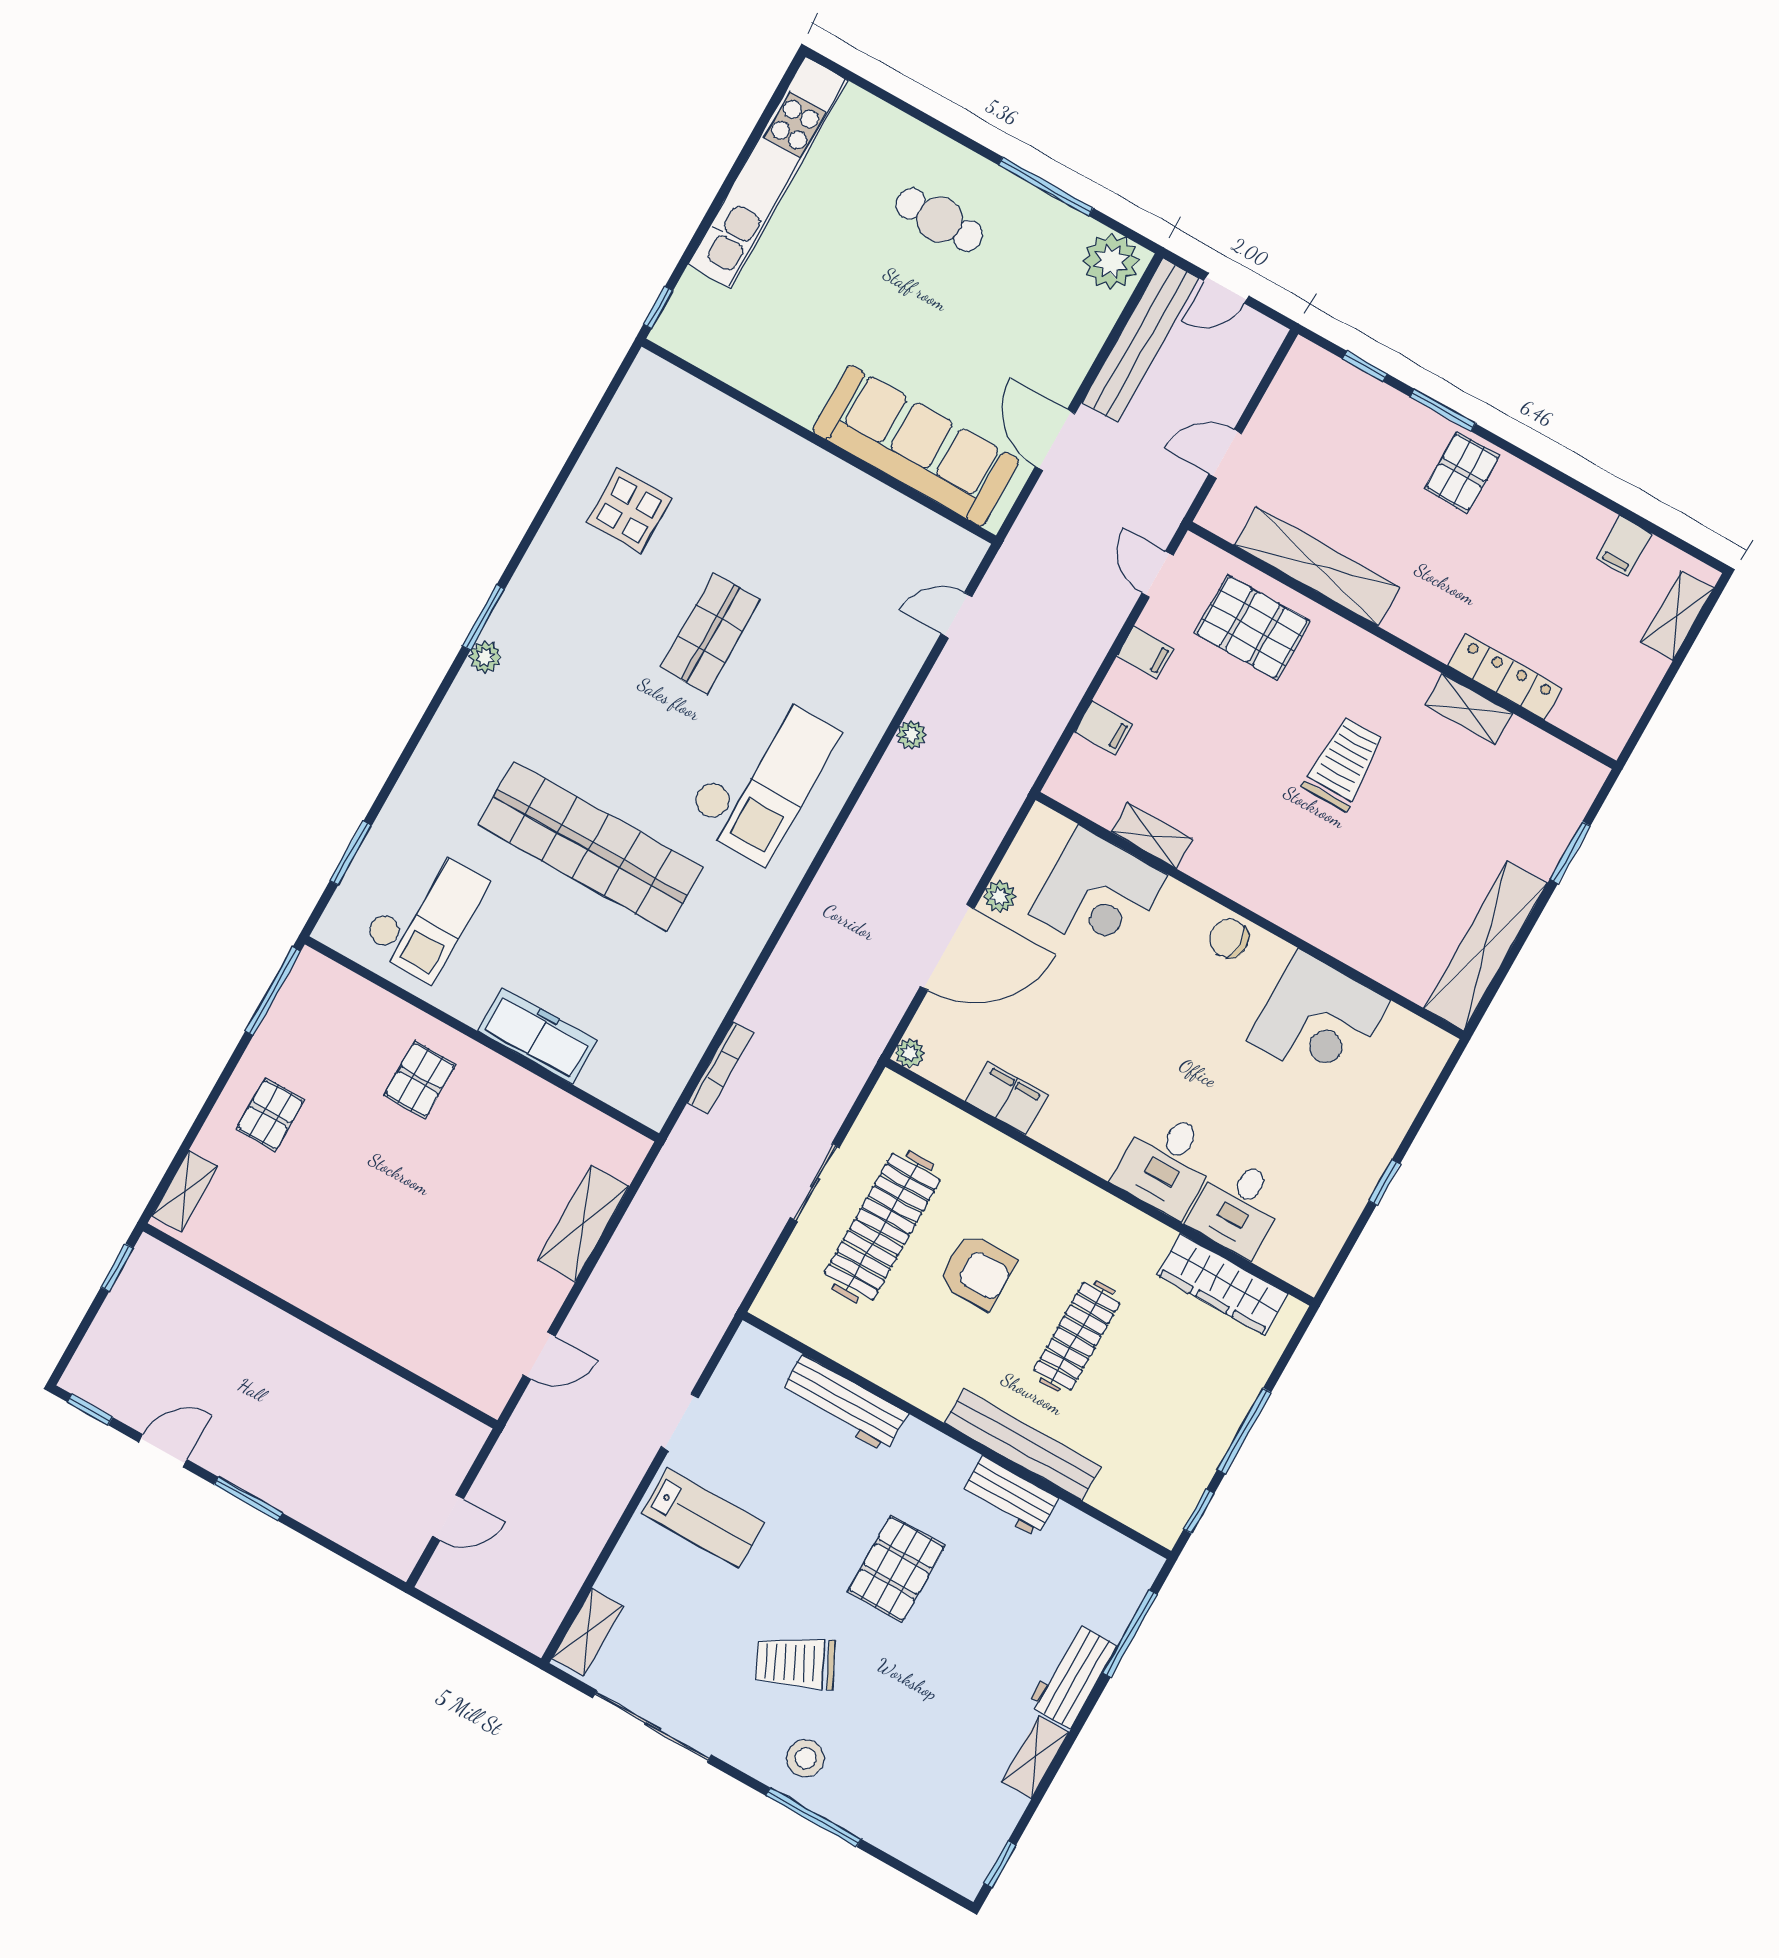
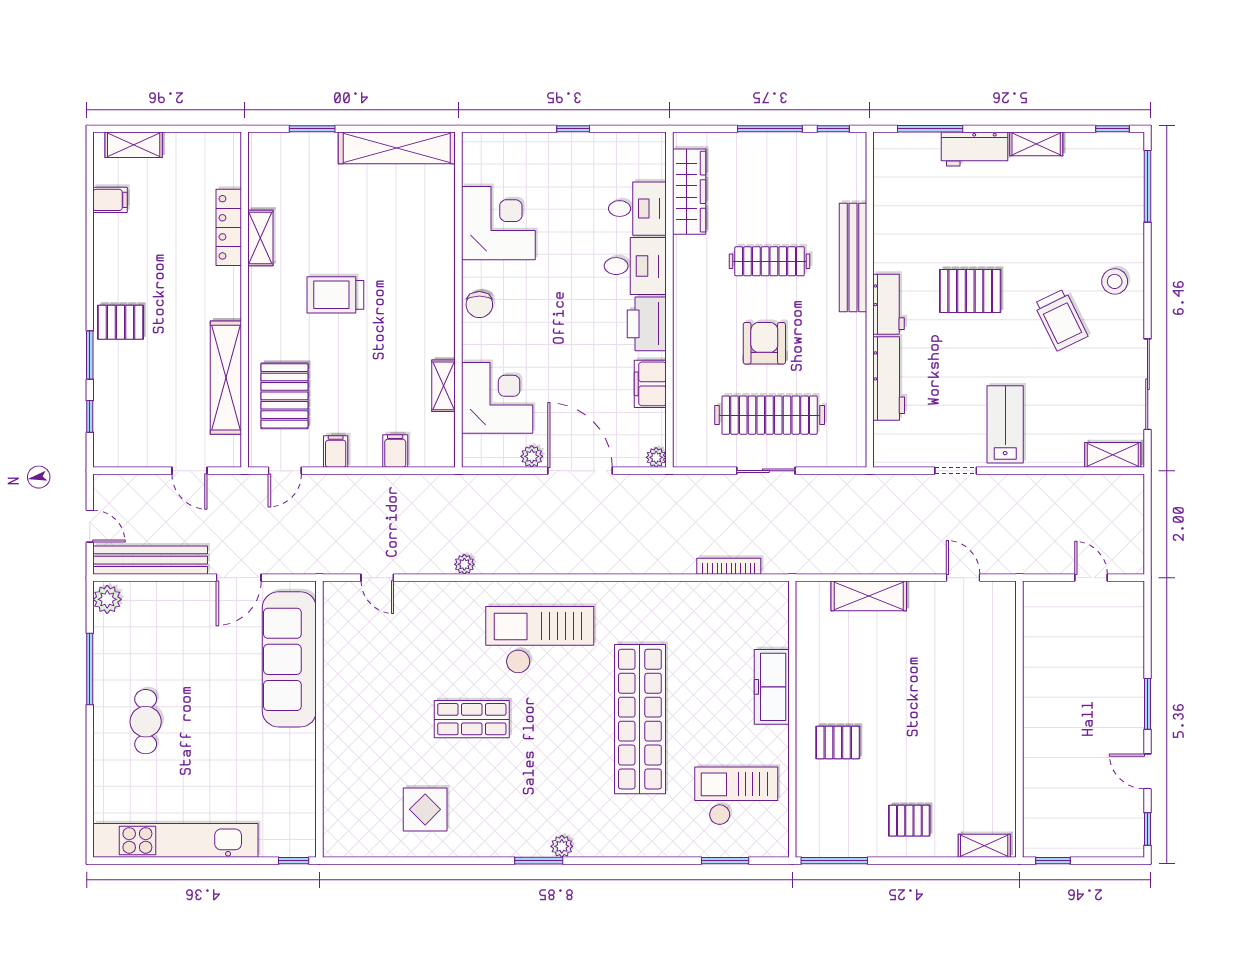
plant: (1111, 261) -> (107, 599), width x0.73, depth x0.73
printer: (1085, 1136) -> (647, 324), added
workbench: (1010, 1496) -> (888, 304), moved
window: (813, 1817) -> (1148, 186), moved

